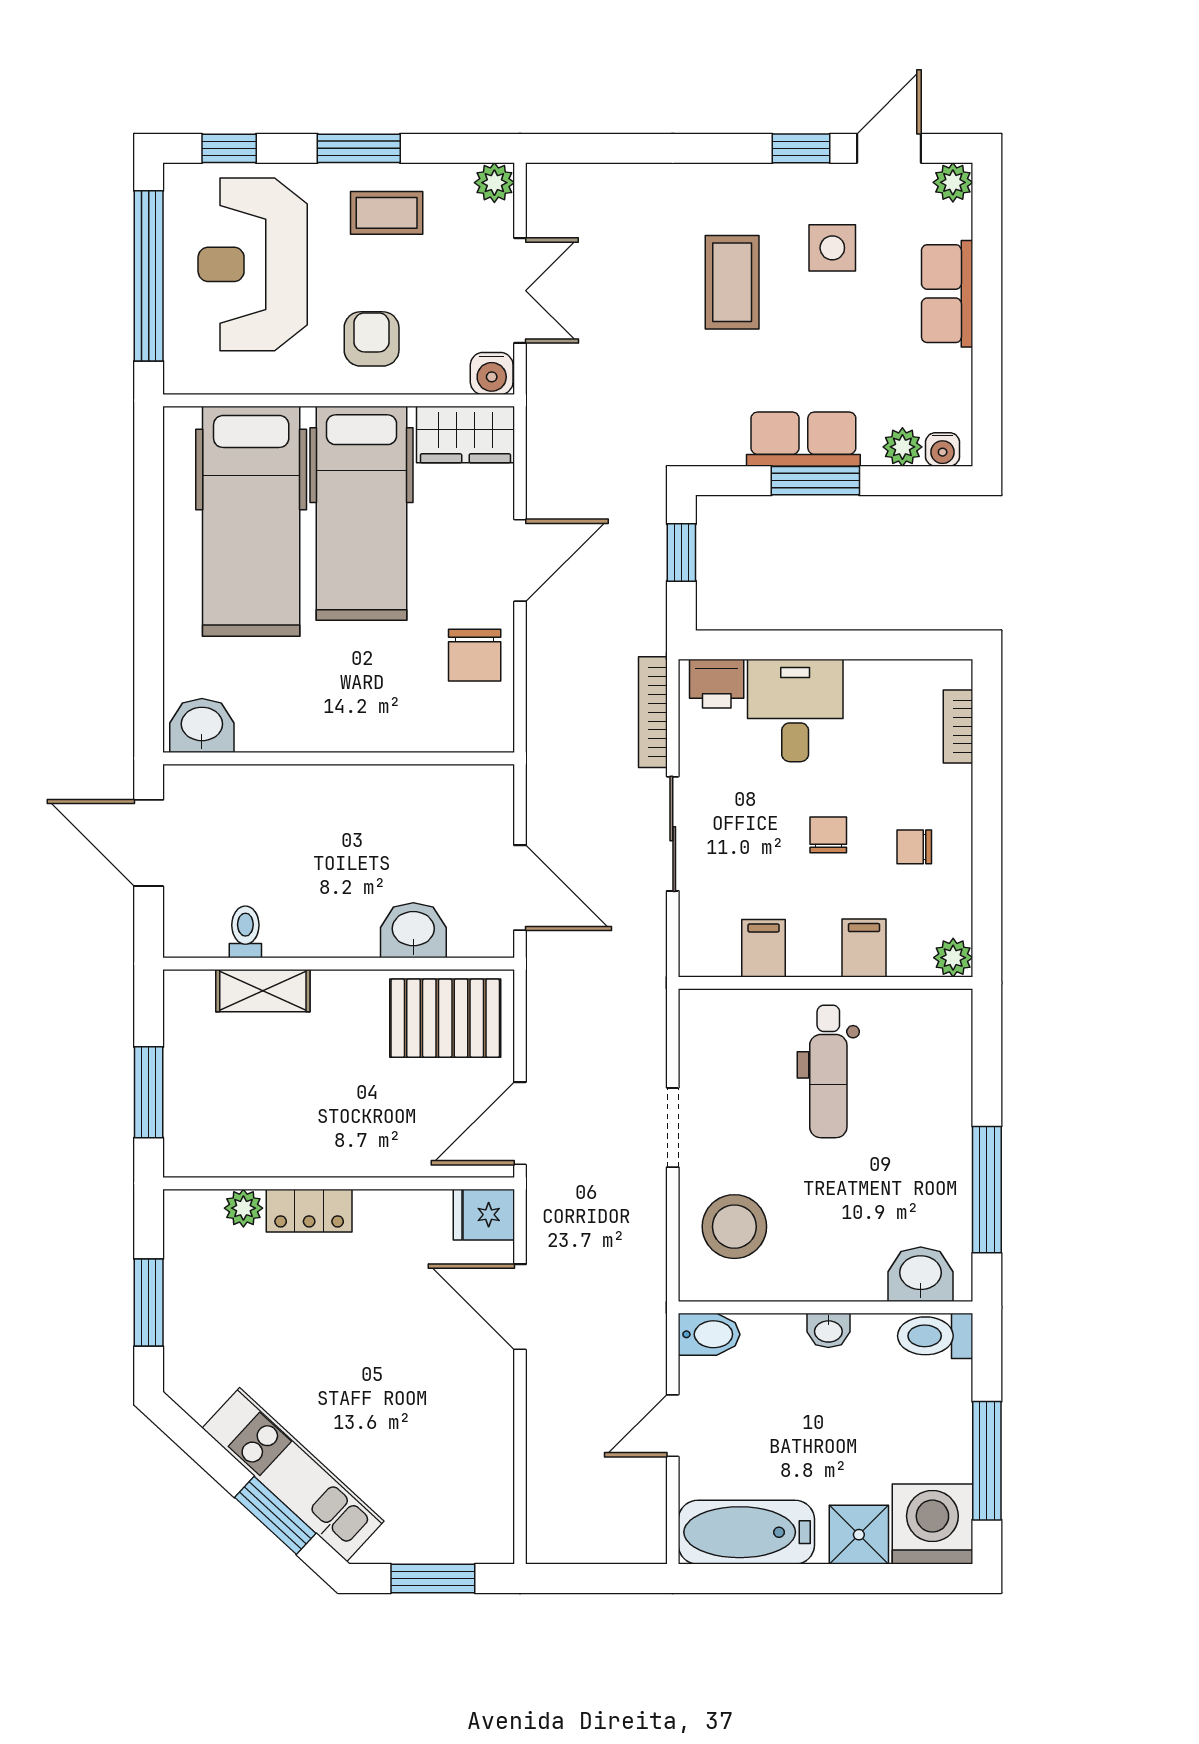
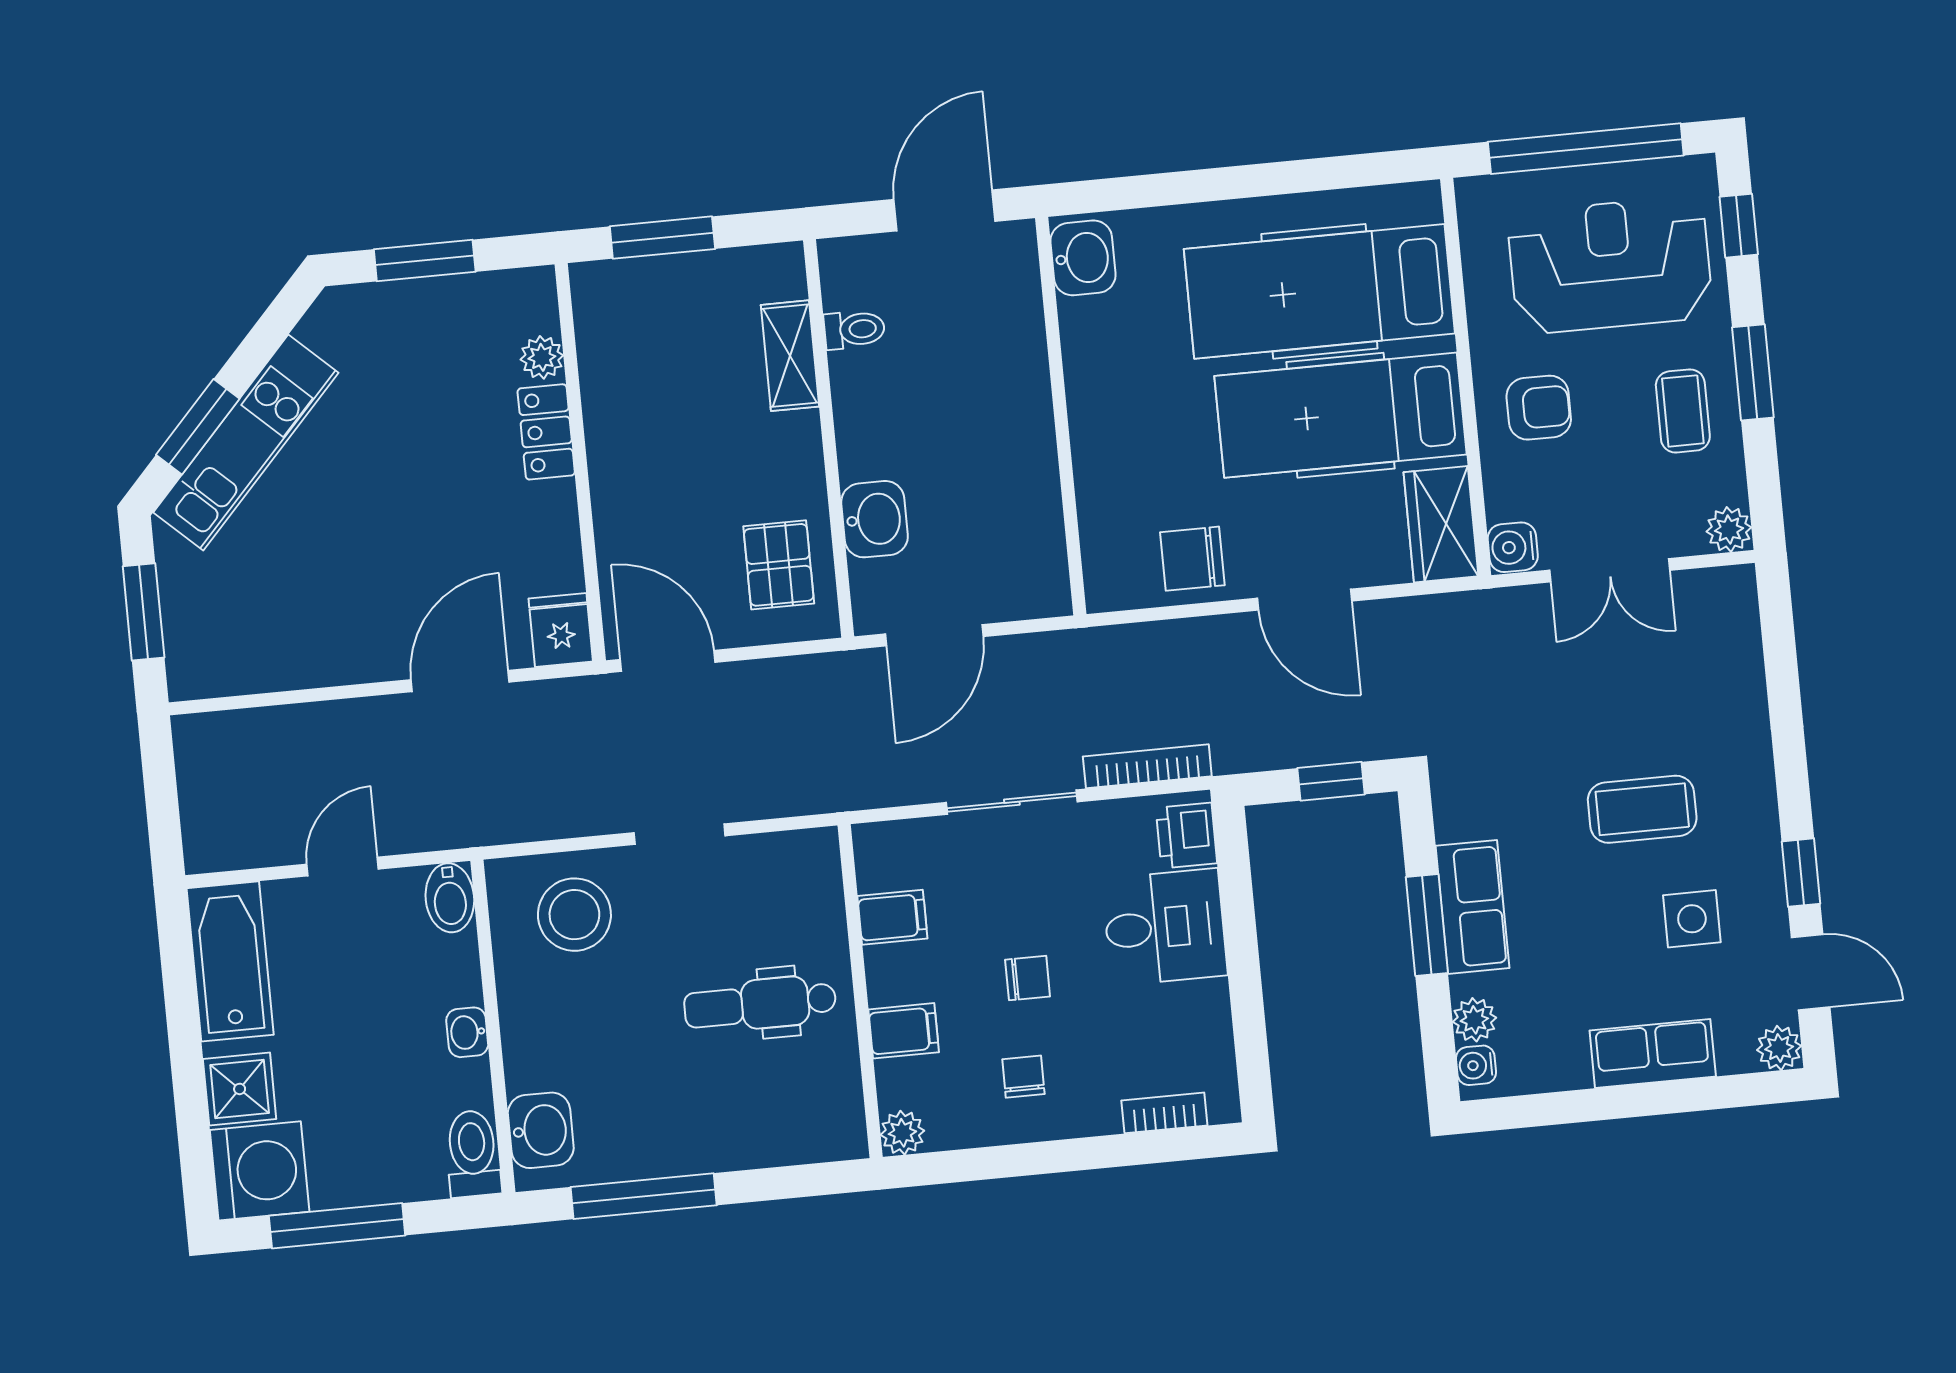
pallet: (445, 1018) -> (779, 565), width x0.67, depth x0.71
door: (673, 1426) -> (343, 867), hinge flipped

